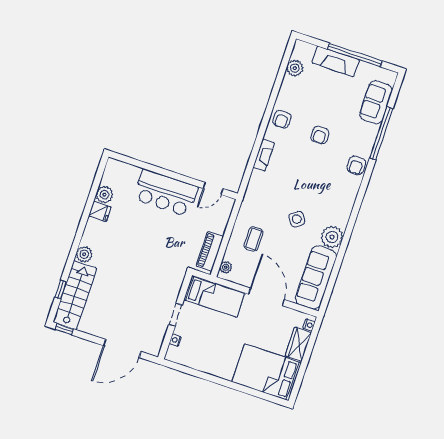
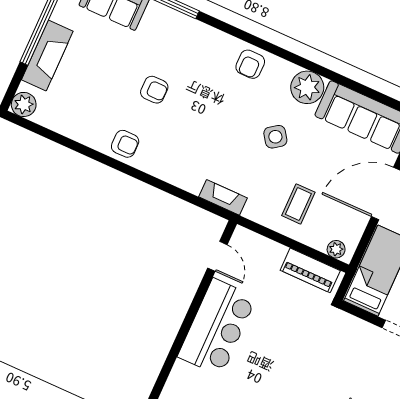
plant: (295, 68) -> (24, 104), moved
fireplace: (264, 155) -> (223, 197), moved
armchair: (356, 165) -> (250, 64), moved, turned 90
coffee table: (253, 239) -> (298, 204), turned 90

